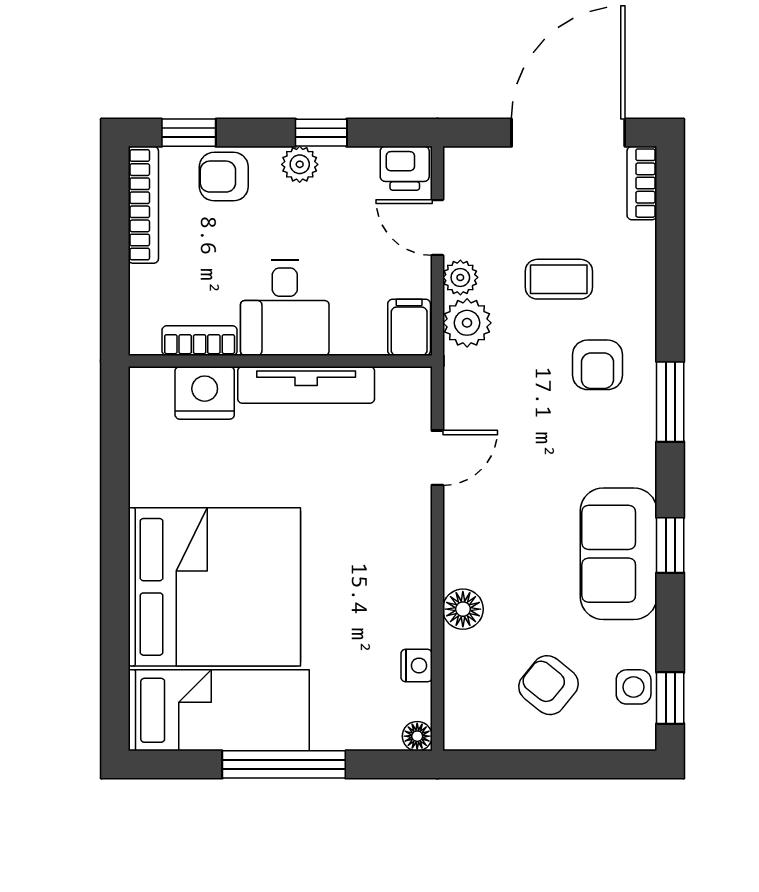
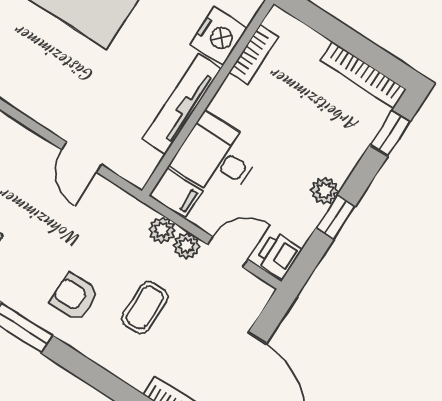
armchair: (224, 177) -> (348, 137), removed
desk: (285, 308) -> (217, 157), moved
plant: (467, 323) -> (162, 230), width x0.73, depth x0.73

